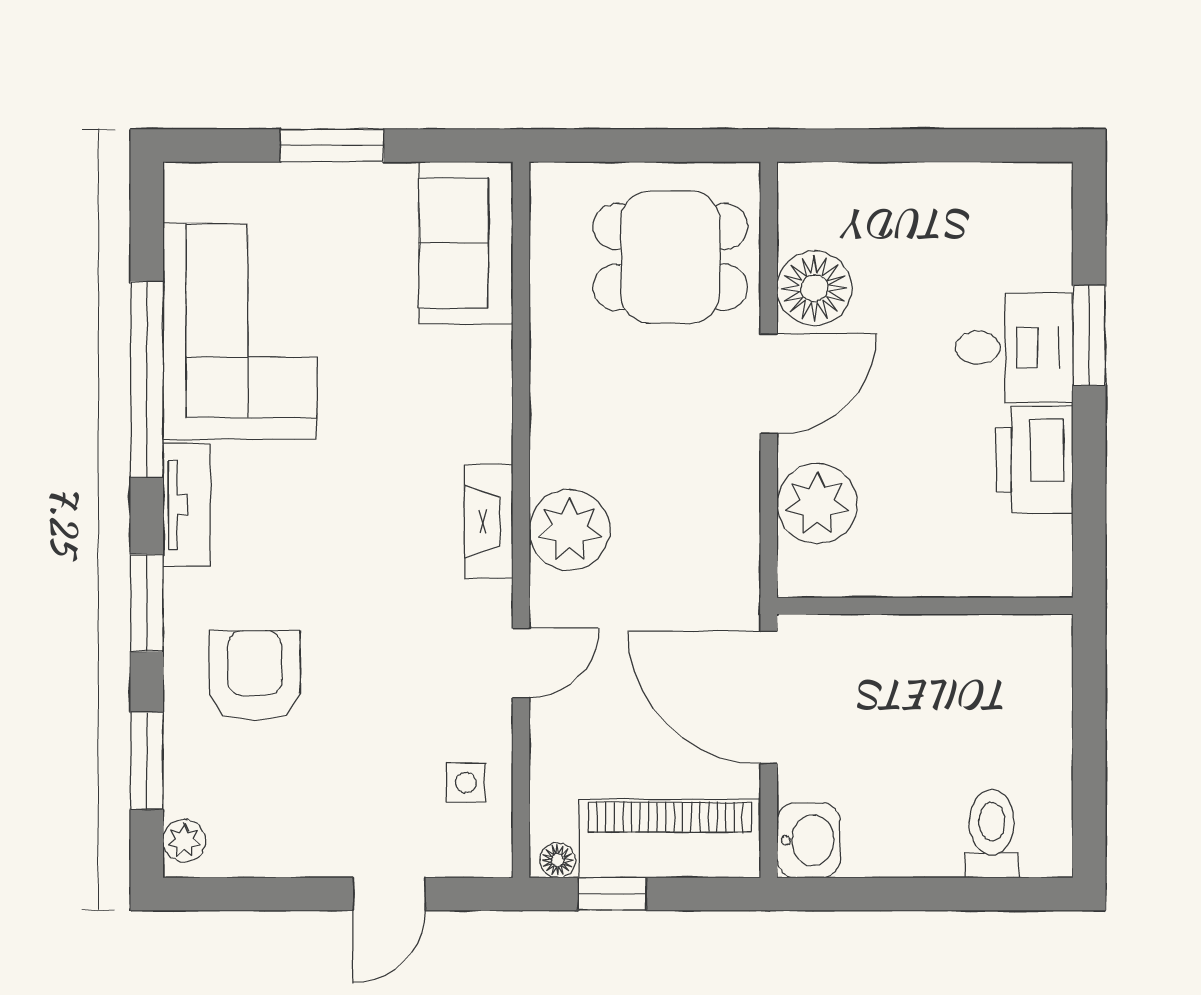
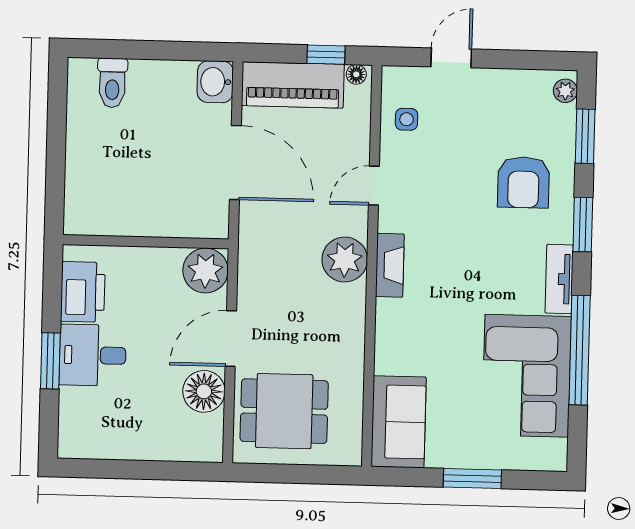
wall: (925, 606) -> (146, 242), moved

